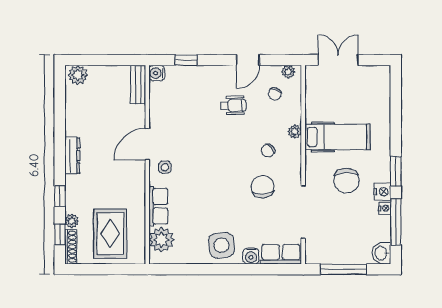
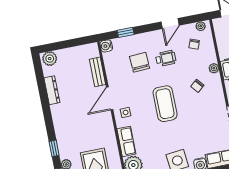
bench: (138, 85) -> (98, 72), moved
dresser: (72, 156) -> (52, 90), moved
coffee table: (220, 166) -> (165, 104), added
chair: (263, 187) -> (140, 62), moved

